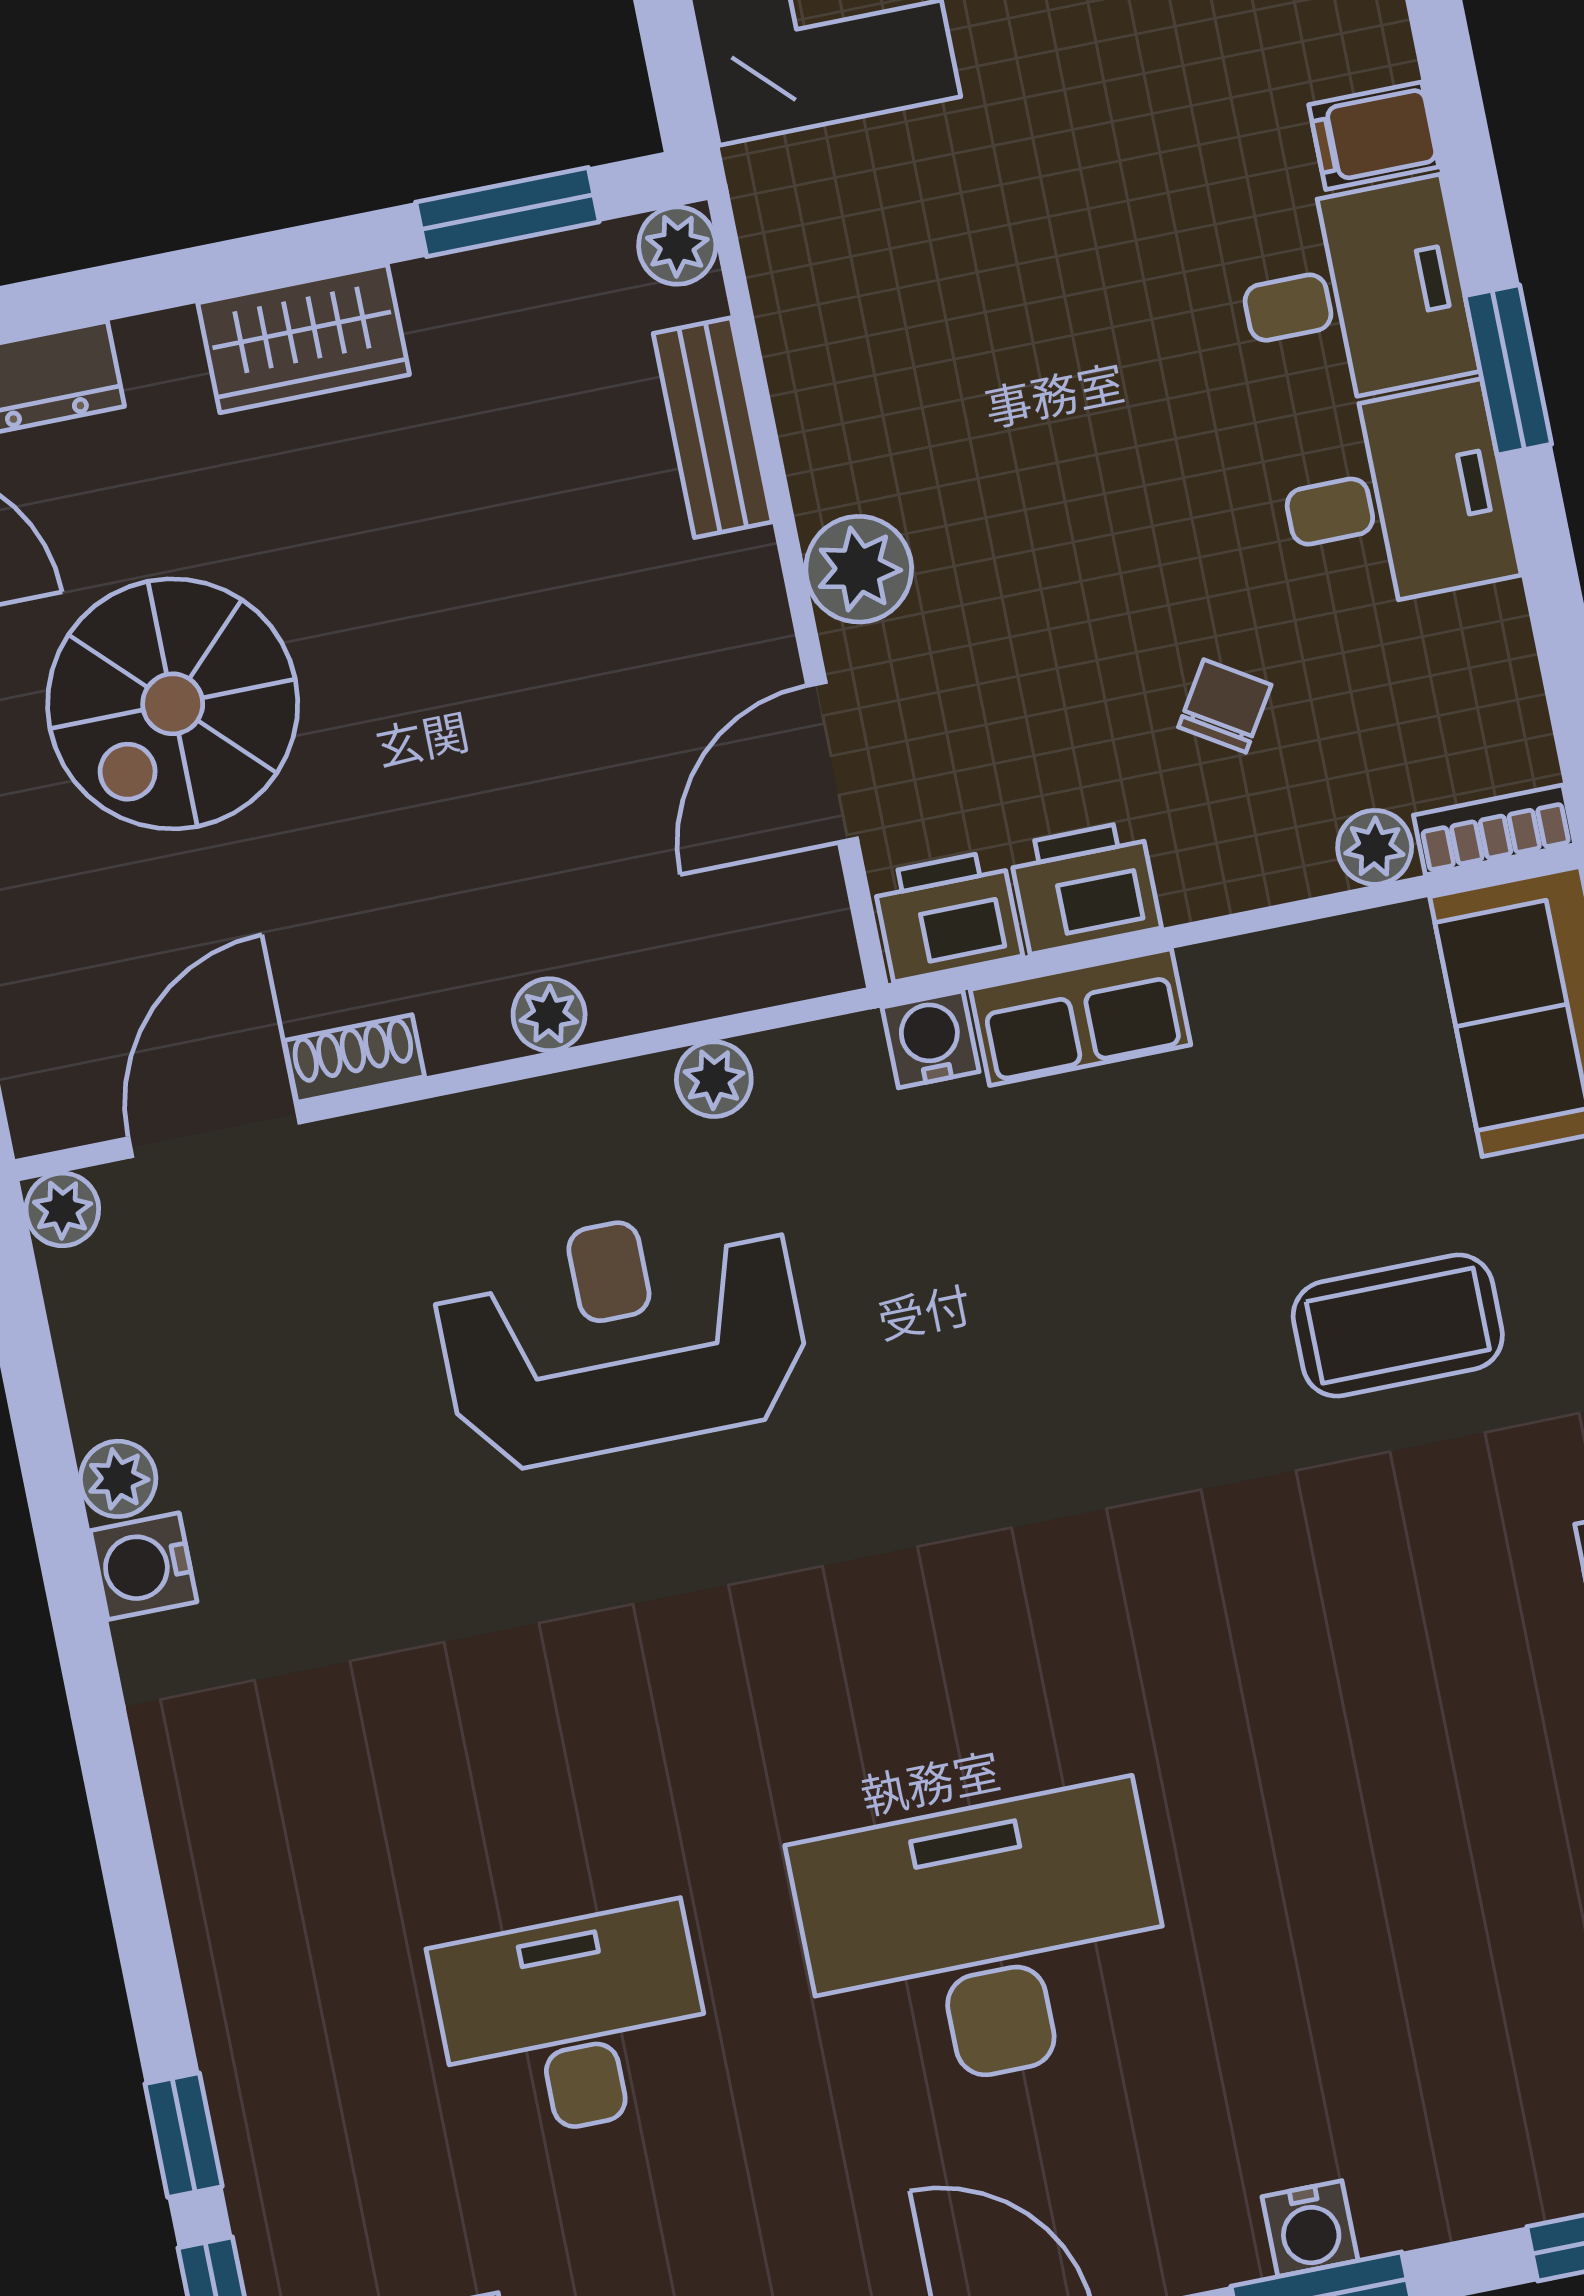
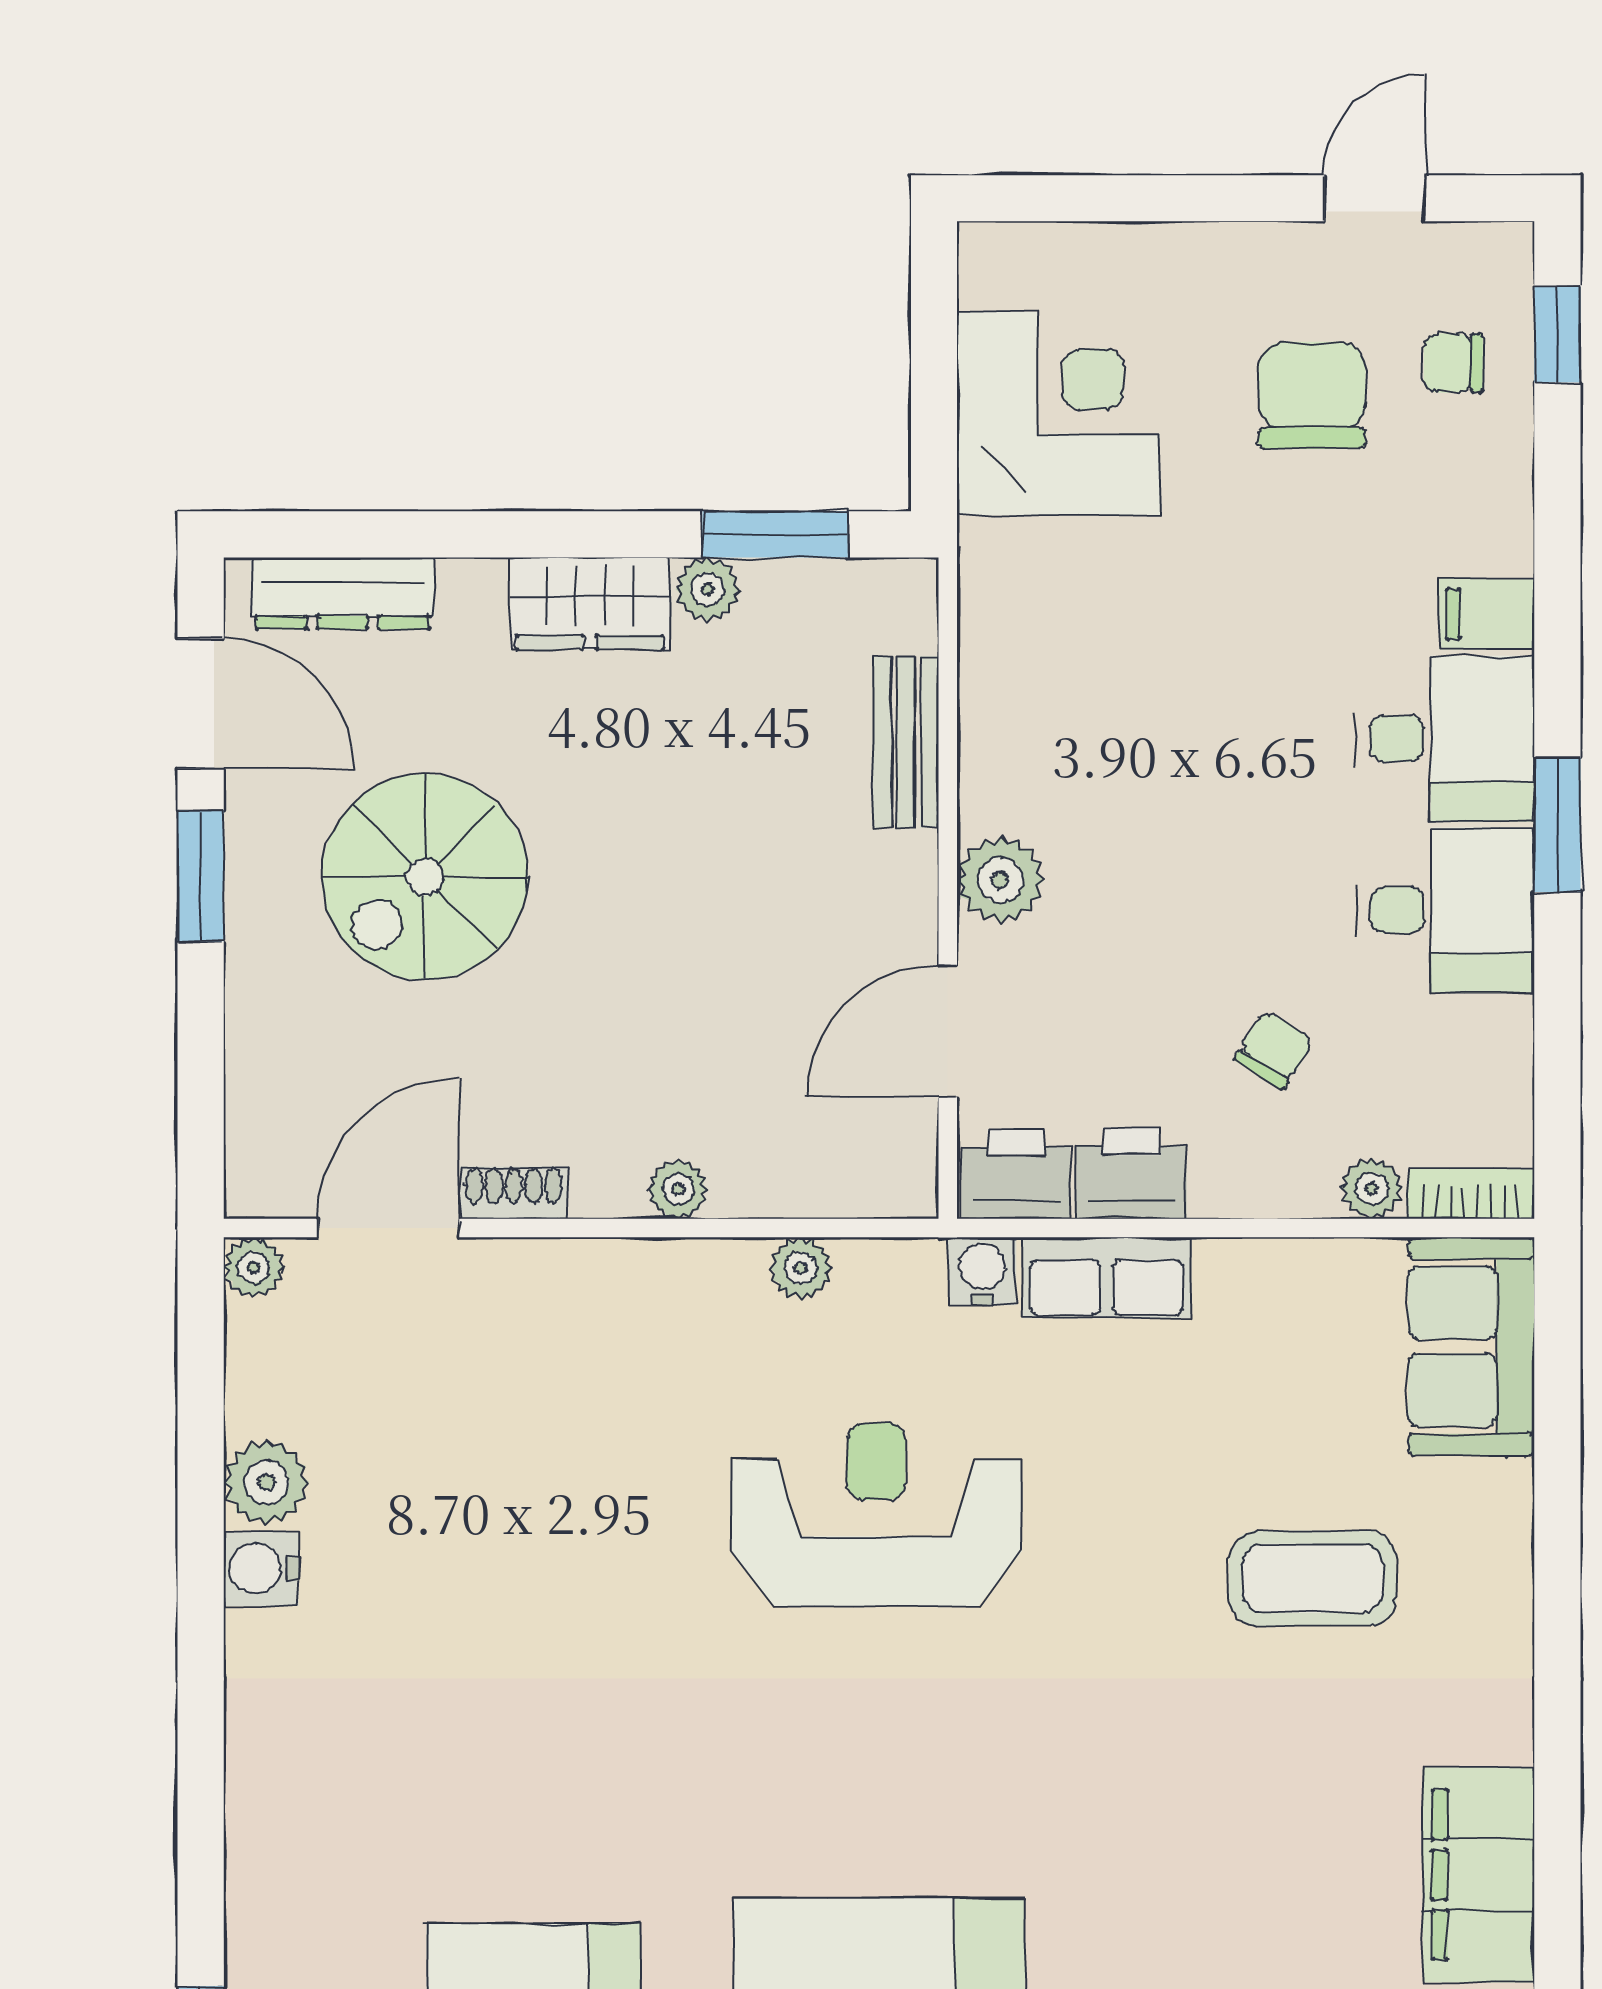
plant: (677, 246) -> (708, 589), moved
reception desk: (622, 1335) -> (876, 1514), moved
plant: (118, 1479) -> (266, 1482), width x1.38, depth x1.38

